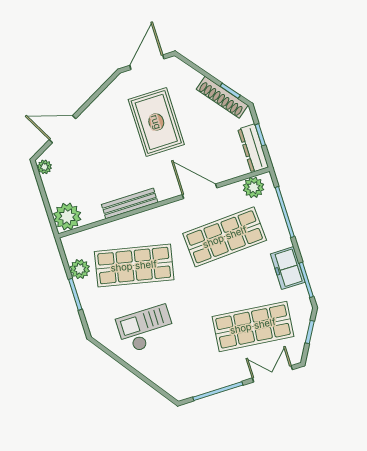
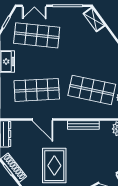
plant: (253, 187) -> (12, 112), removed
checkout: (146, 329) -> (96, 53), removed
shelving: (167, 382) -> (94, 20), added

